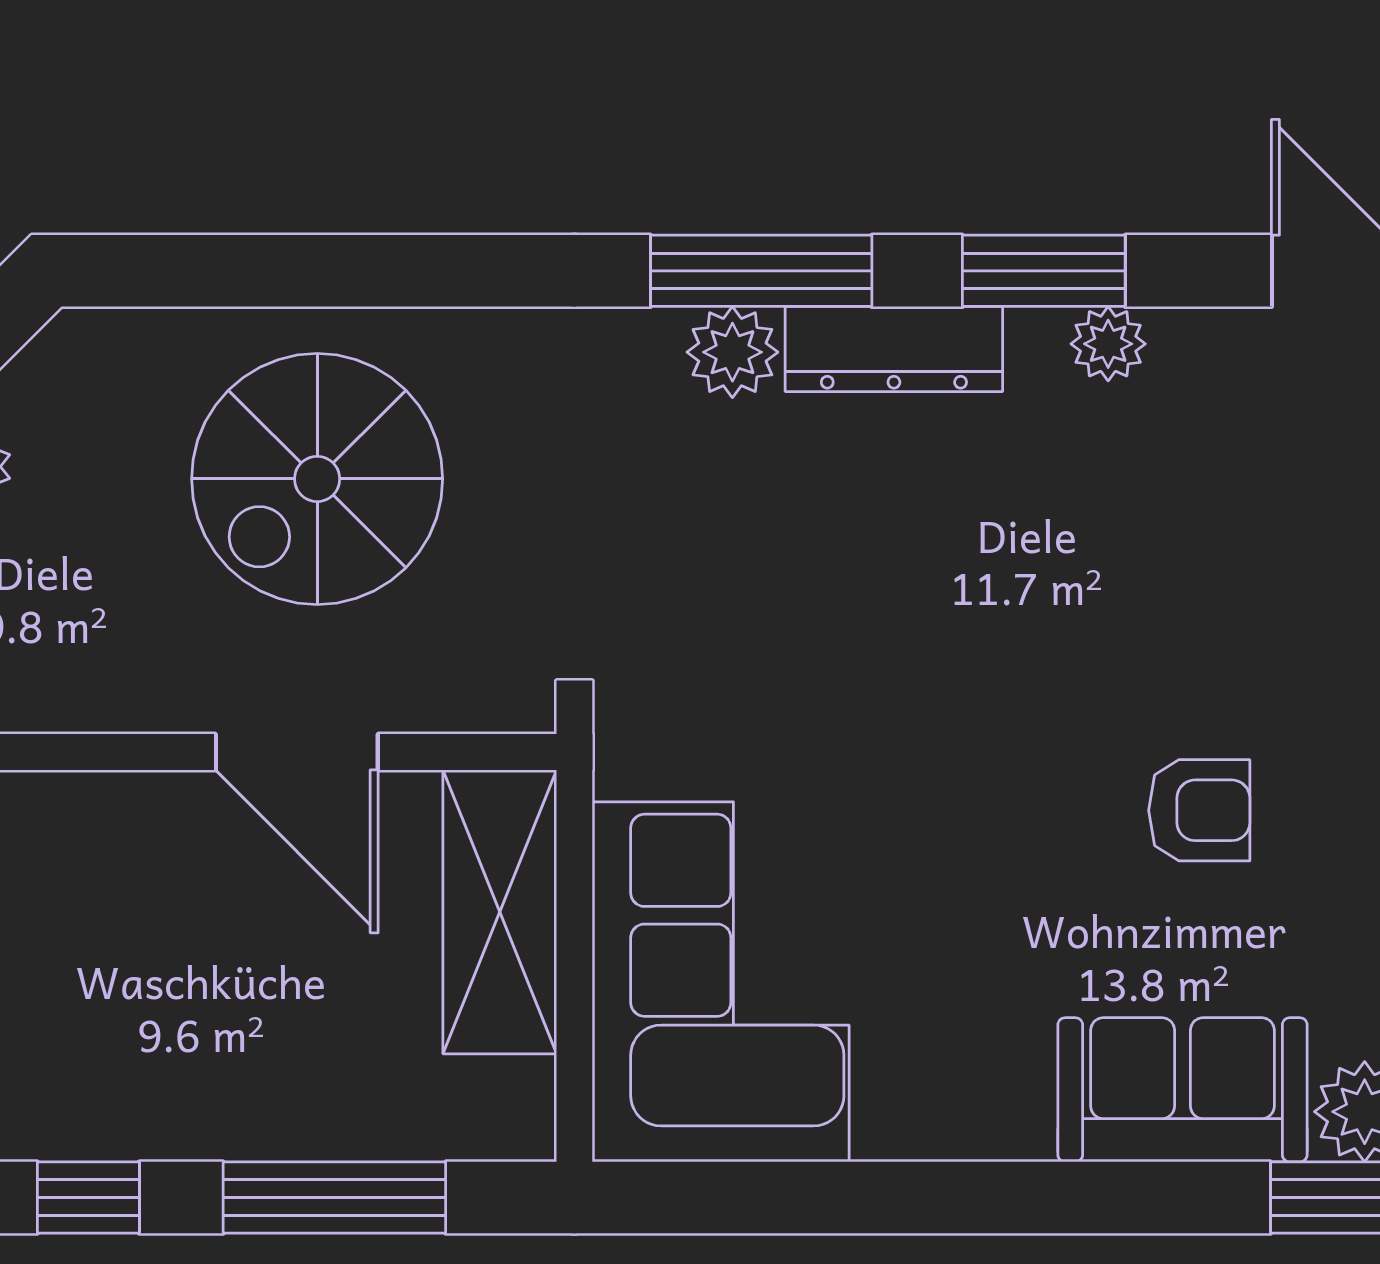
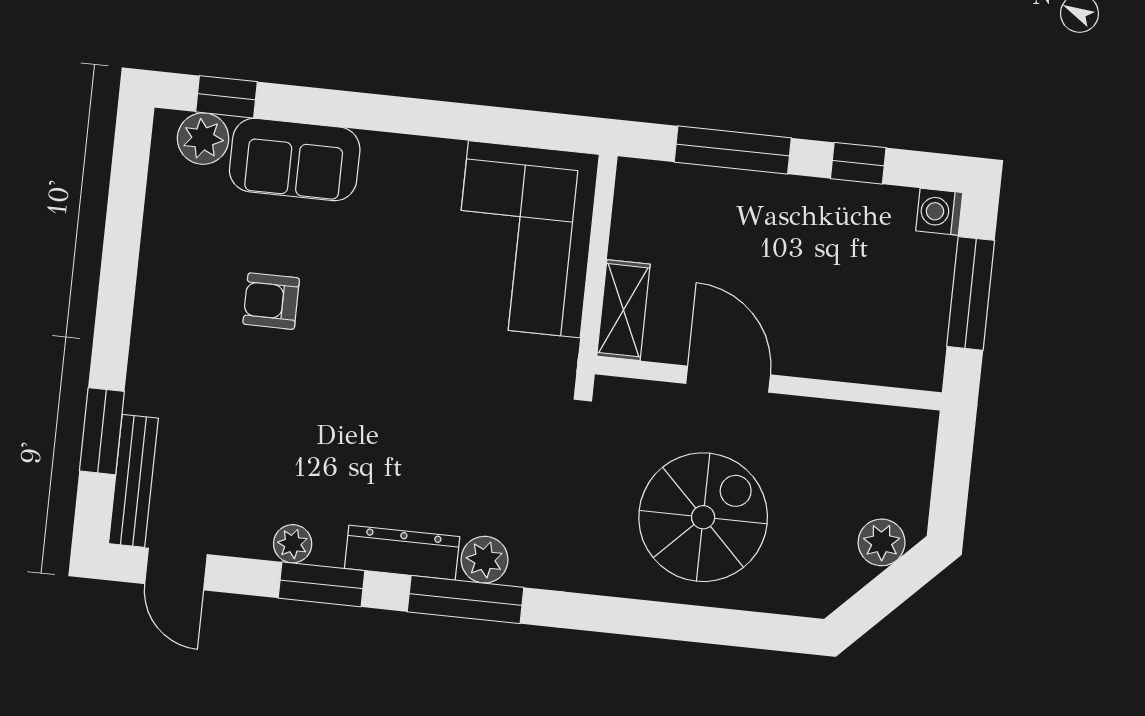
shelving: (500, 912) -> (623, 310), width x0.67, depth x0.75

